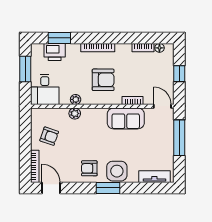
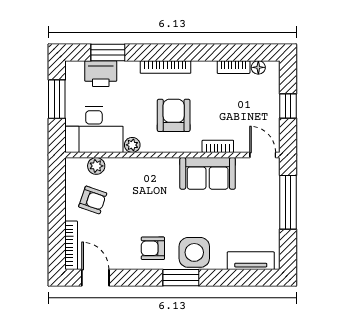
armchair: (103, 80) -> (174, 115), turned -90
desk: (45, 89) -> (94, 130), width x1.37
plant: (75, 113) -> (96, 166), moved

